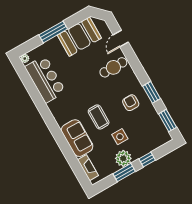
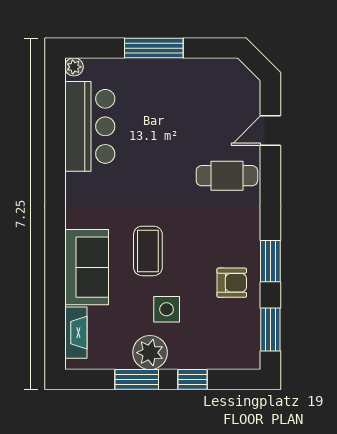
booth: (79, 37) -> (197, 84), removed
armchair: (131, 103) -> (232, 283), moved, turned 90

